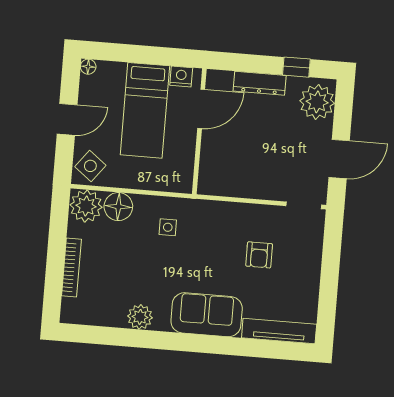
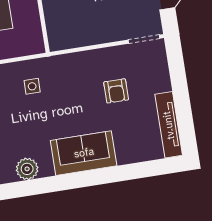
tv unit: (279, 331) -> (169, 125), moved, turned -90

